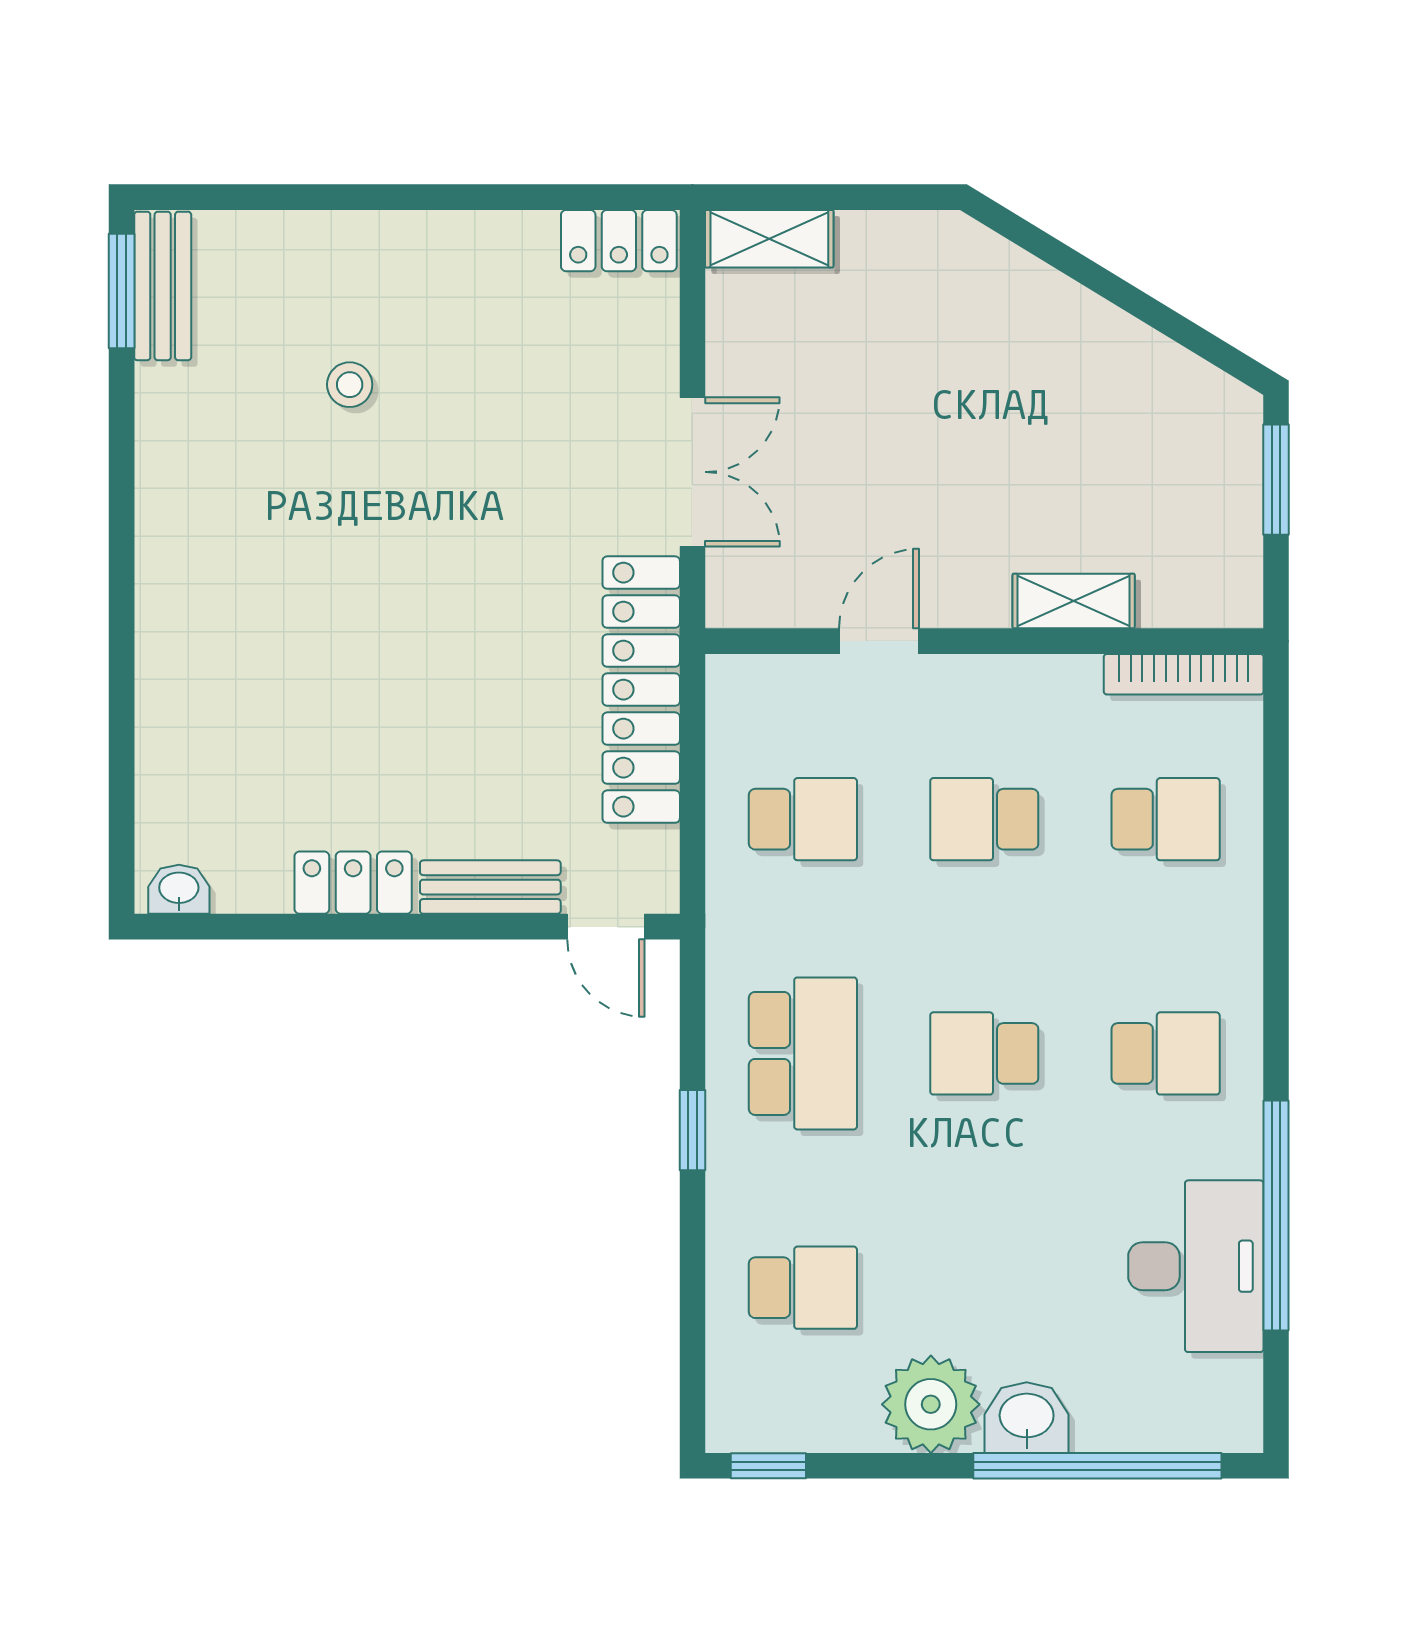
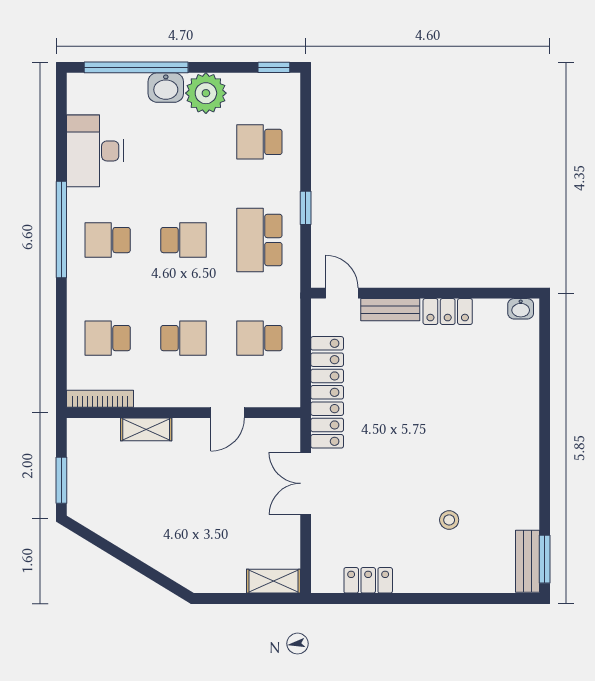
locker: (619, 241) -> (368, 580), moved
window: (1276, 1216) -> (61, 229), moved

